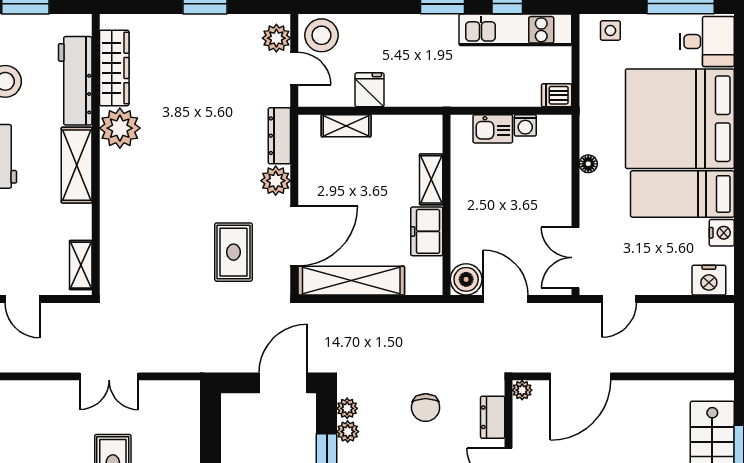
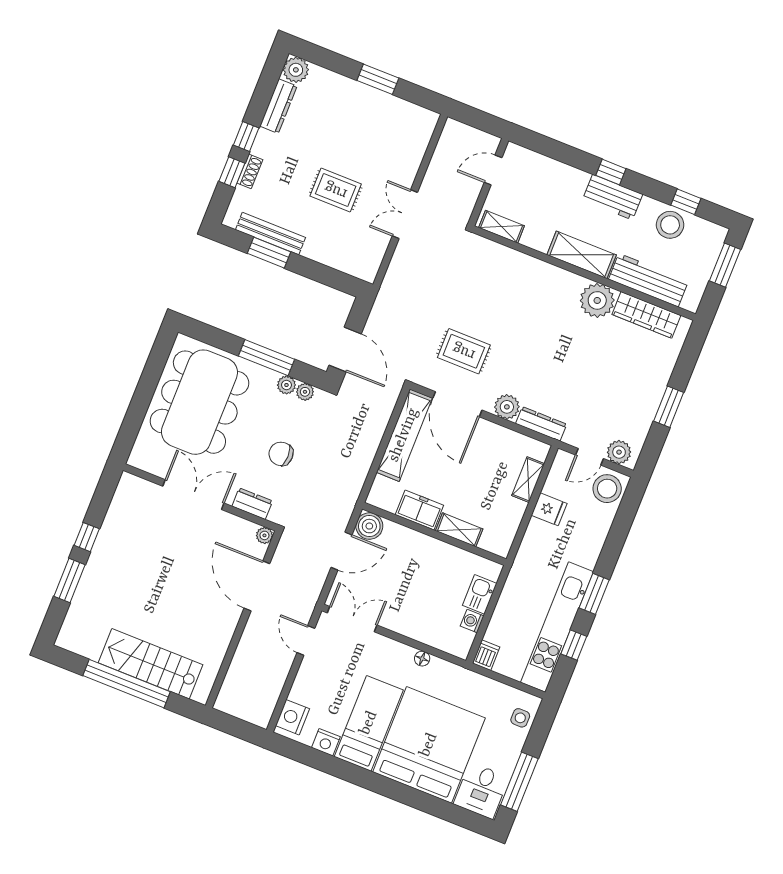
kitchen unit: (515, 30) -> (557, 627), width x1.36

